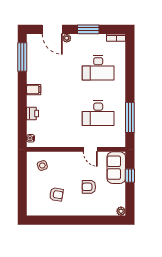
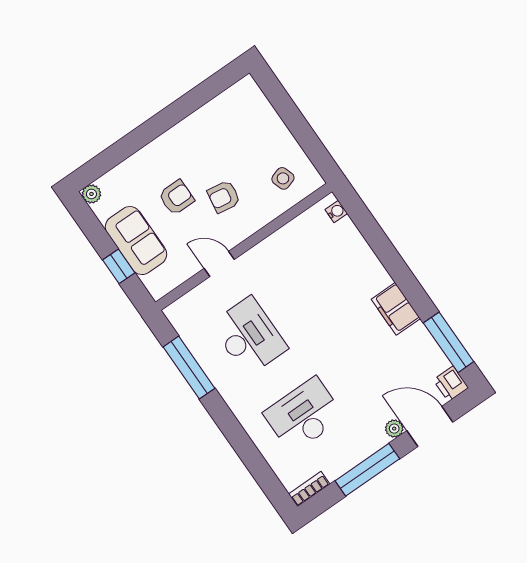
window: (88, 29) -> (367, 470), width x1.44
filing cabinet: (34, 90) -> (396, 309), width x2.00
printer: (33, 113) -> (451, 384), moved
desk: (98, 113) -> (249, 336), turned 90
sofa: (116, 168) -> (136, 241), moved
armchair: (56, 194) -> (224, 197), moved

